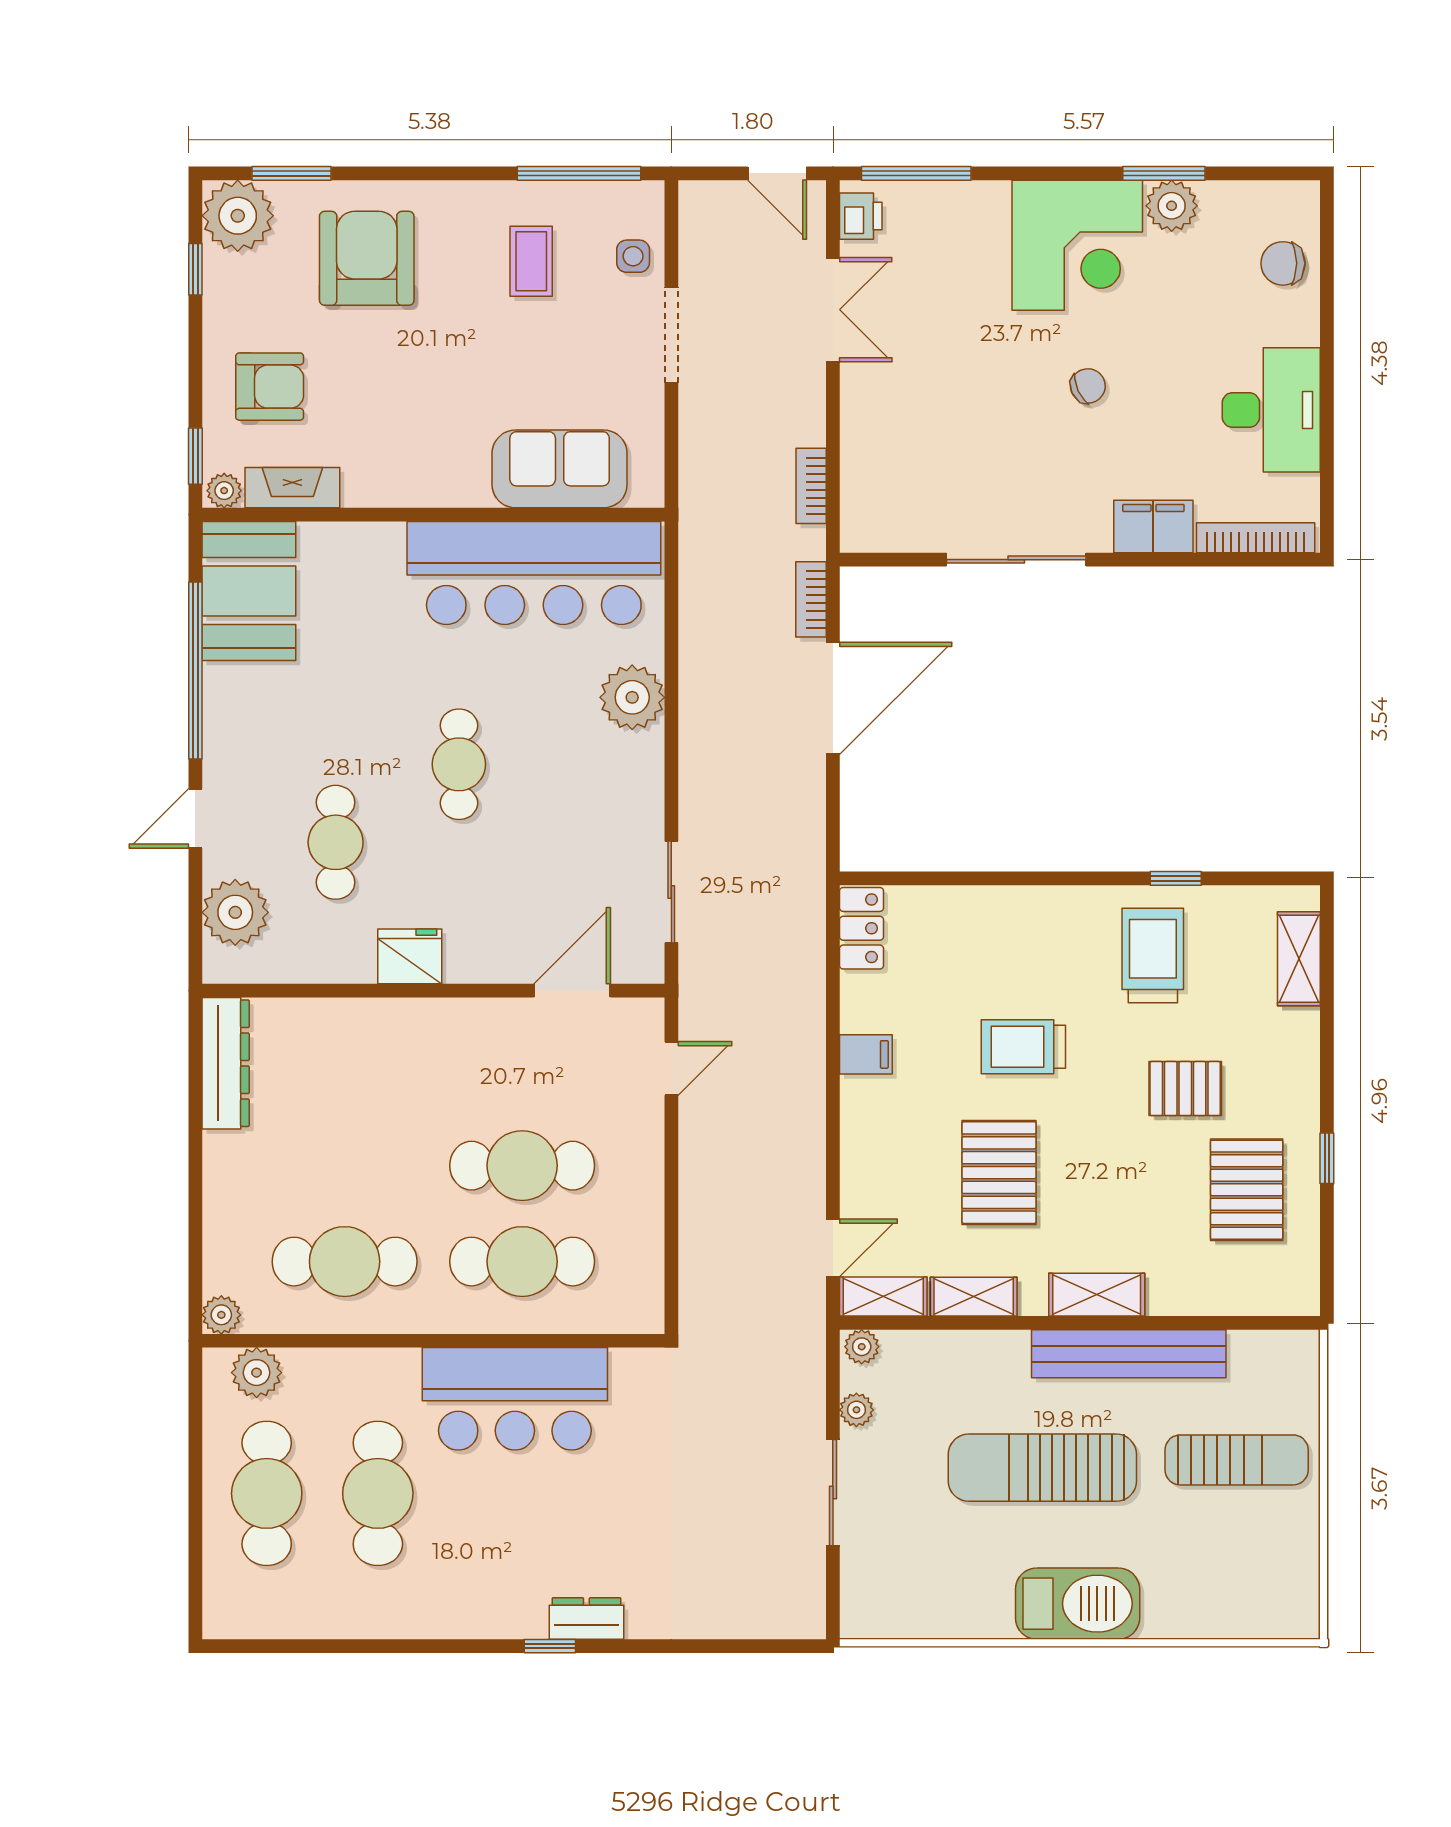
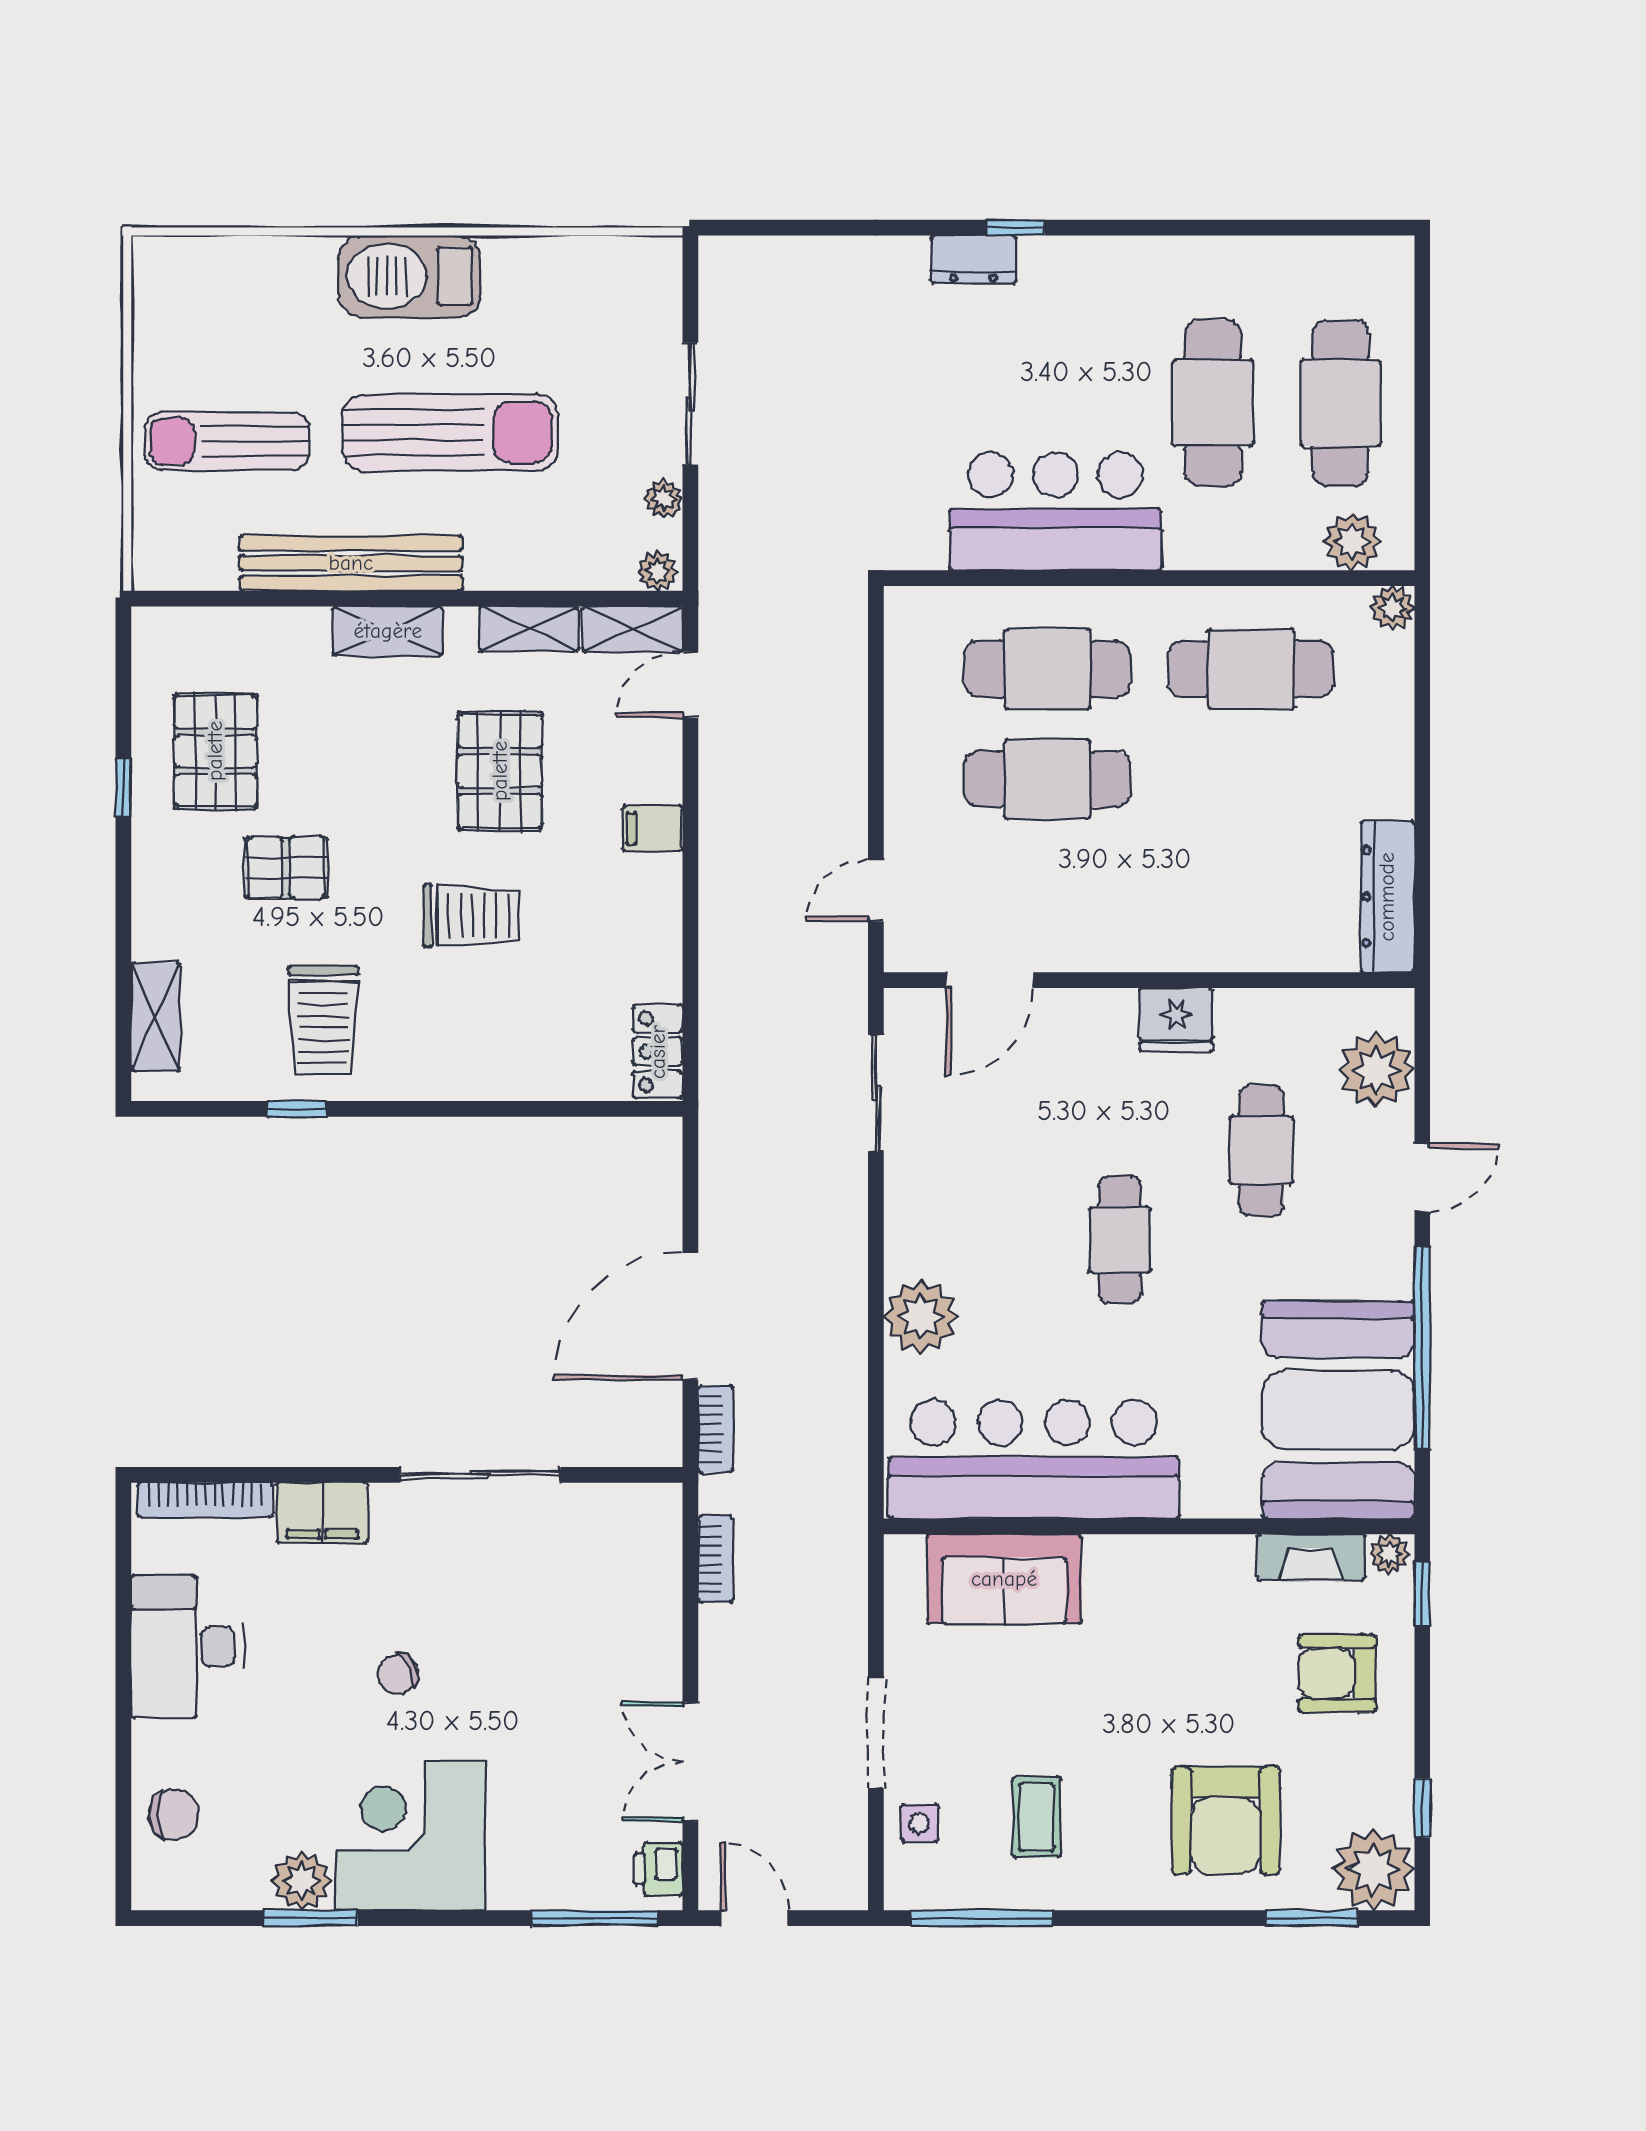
booth: (249, 591) -> (1338, 1410), width x1.36, depth x1.42
filing cabinet: (866, 1054) -> (652, 829), moved

